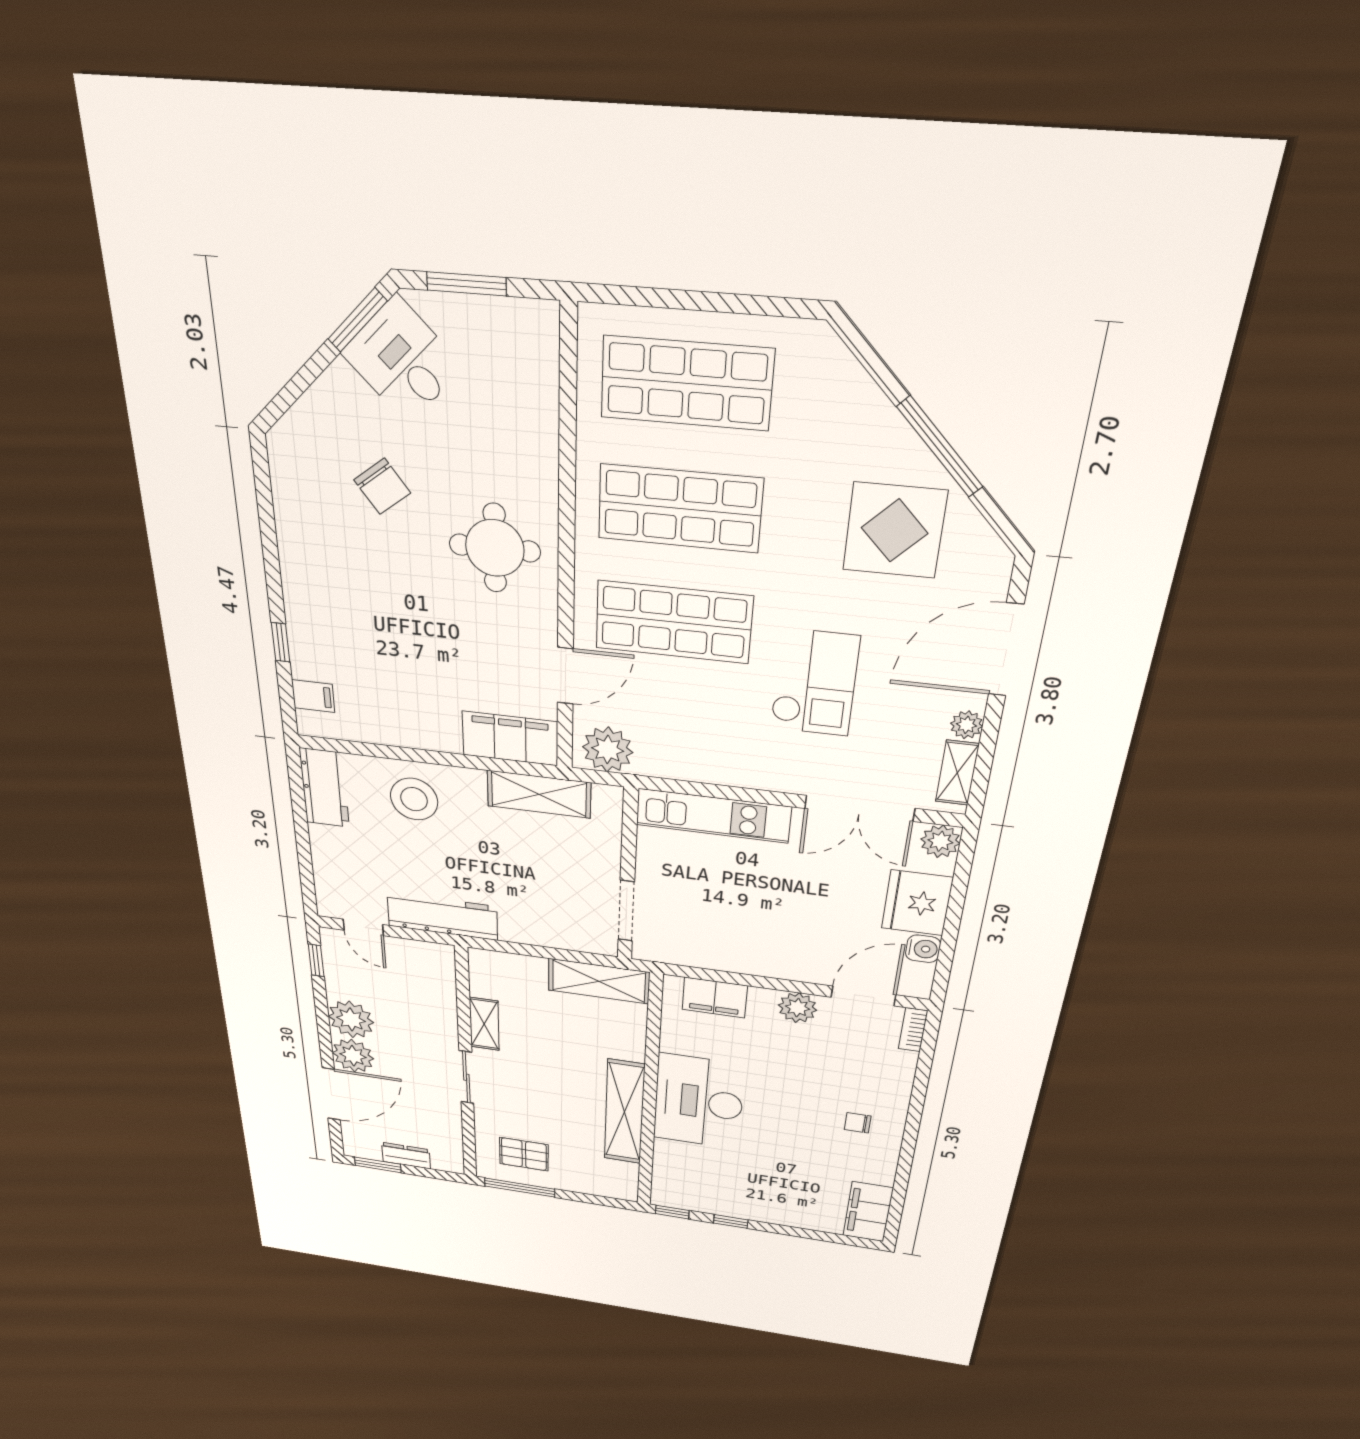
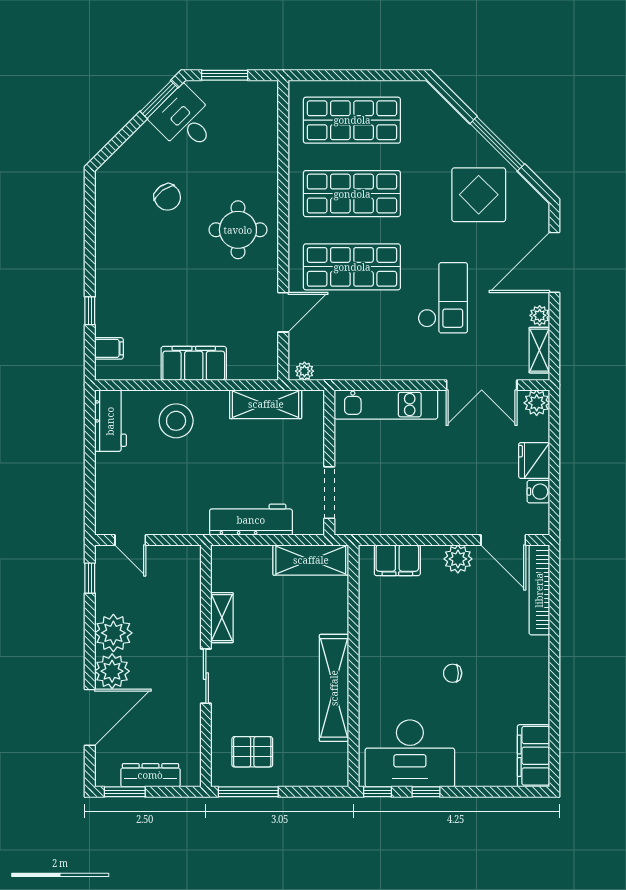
filing cabinet: (510, 738) -> (194, 363), moved
plant: (608, 750) -> (304, 371), width x0.53, depth x0.53
fridge: (917, 903) -> (534, 460), width x0.73, depth x0.75
workbench: (442, 916) -> (251, 520), moved
door: (863, 996) -> (503, 540), swing flipped
bookcase: (913, 1030) -> (539, 590), width x2.31, depth x1.31
desk: (699, 1102) -> (410, 753), moved, turned -90
chair: (858, 1123) -> (453, 673), moved
dresser: (406, 1156) -> (150, 775), width x1.44

